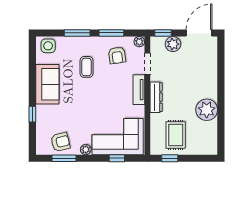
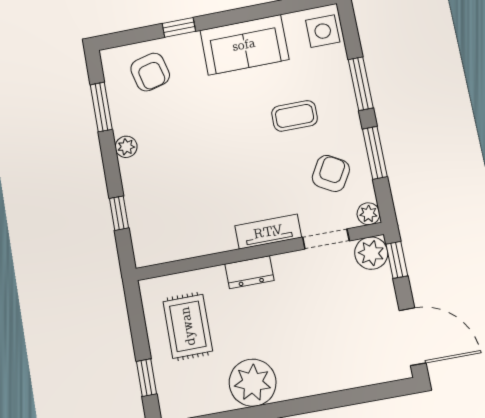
plant: (173, 44) -> (371, 253), moved
armchair: (117, 55) -> (331, 173), turned 128
dresser: (156, 97) -> (249, 272), width x0.70
rug: (176, 135) -> (188, 326), turned 90
corner sofa: (118, 137) -> (164, 206), removed
armchair: (60, 142) -> (150, 72), moved
window: (170, 158) -> (147, 378), moved

